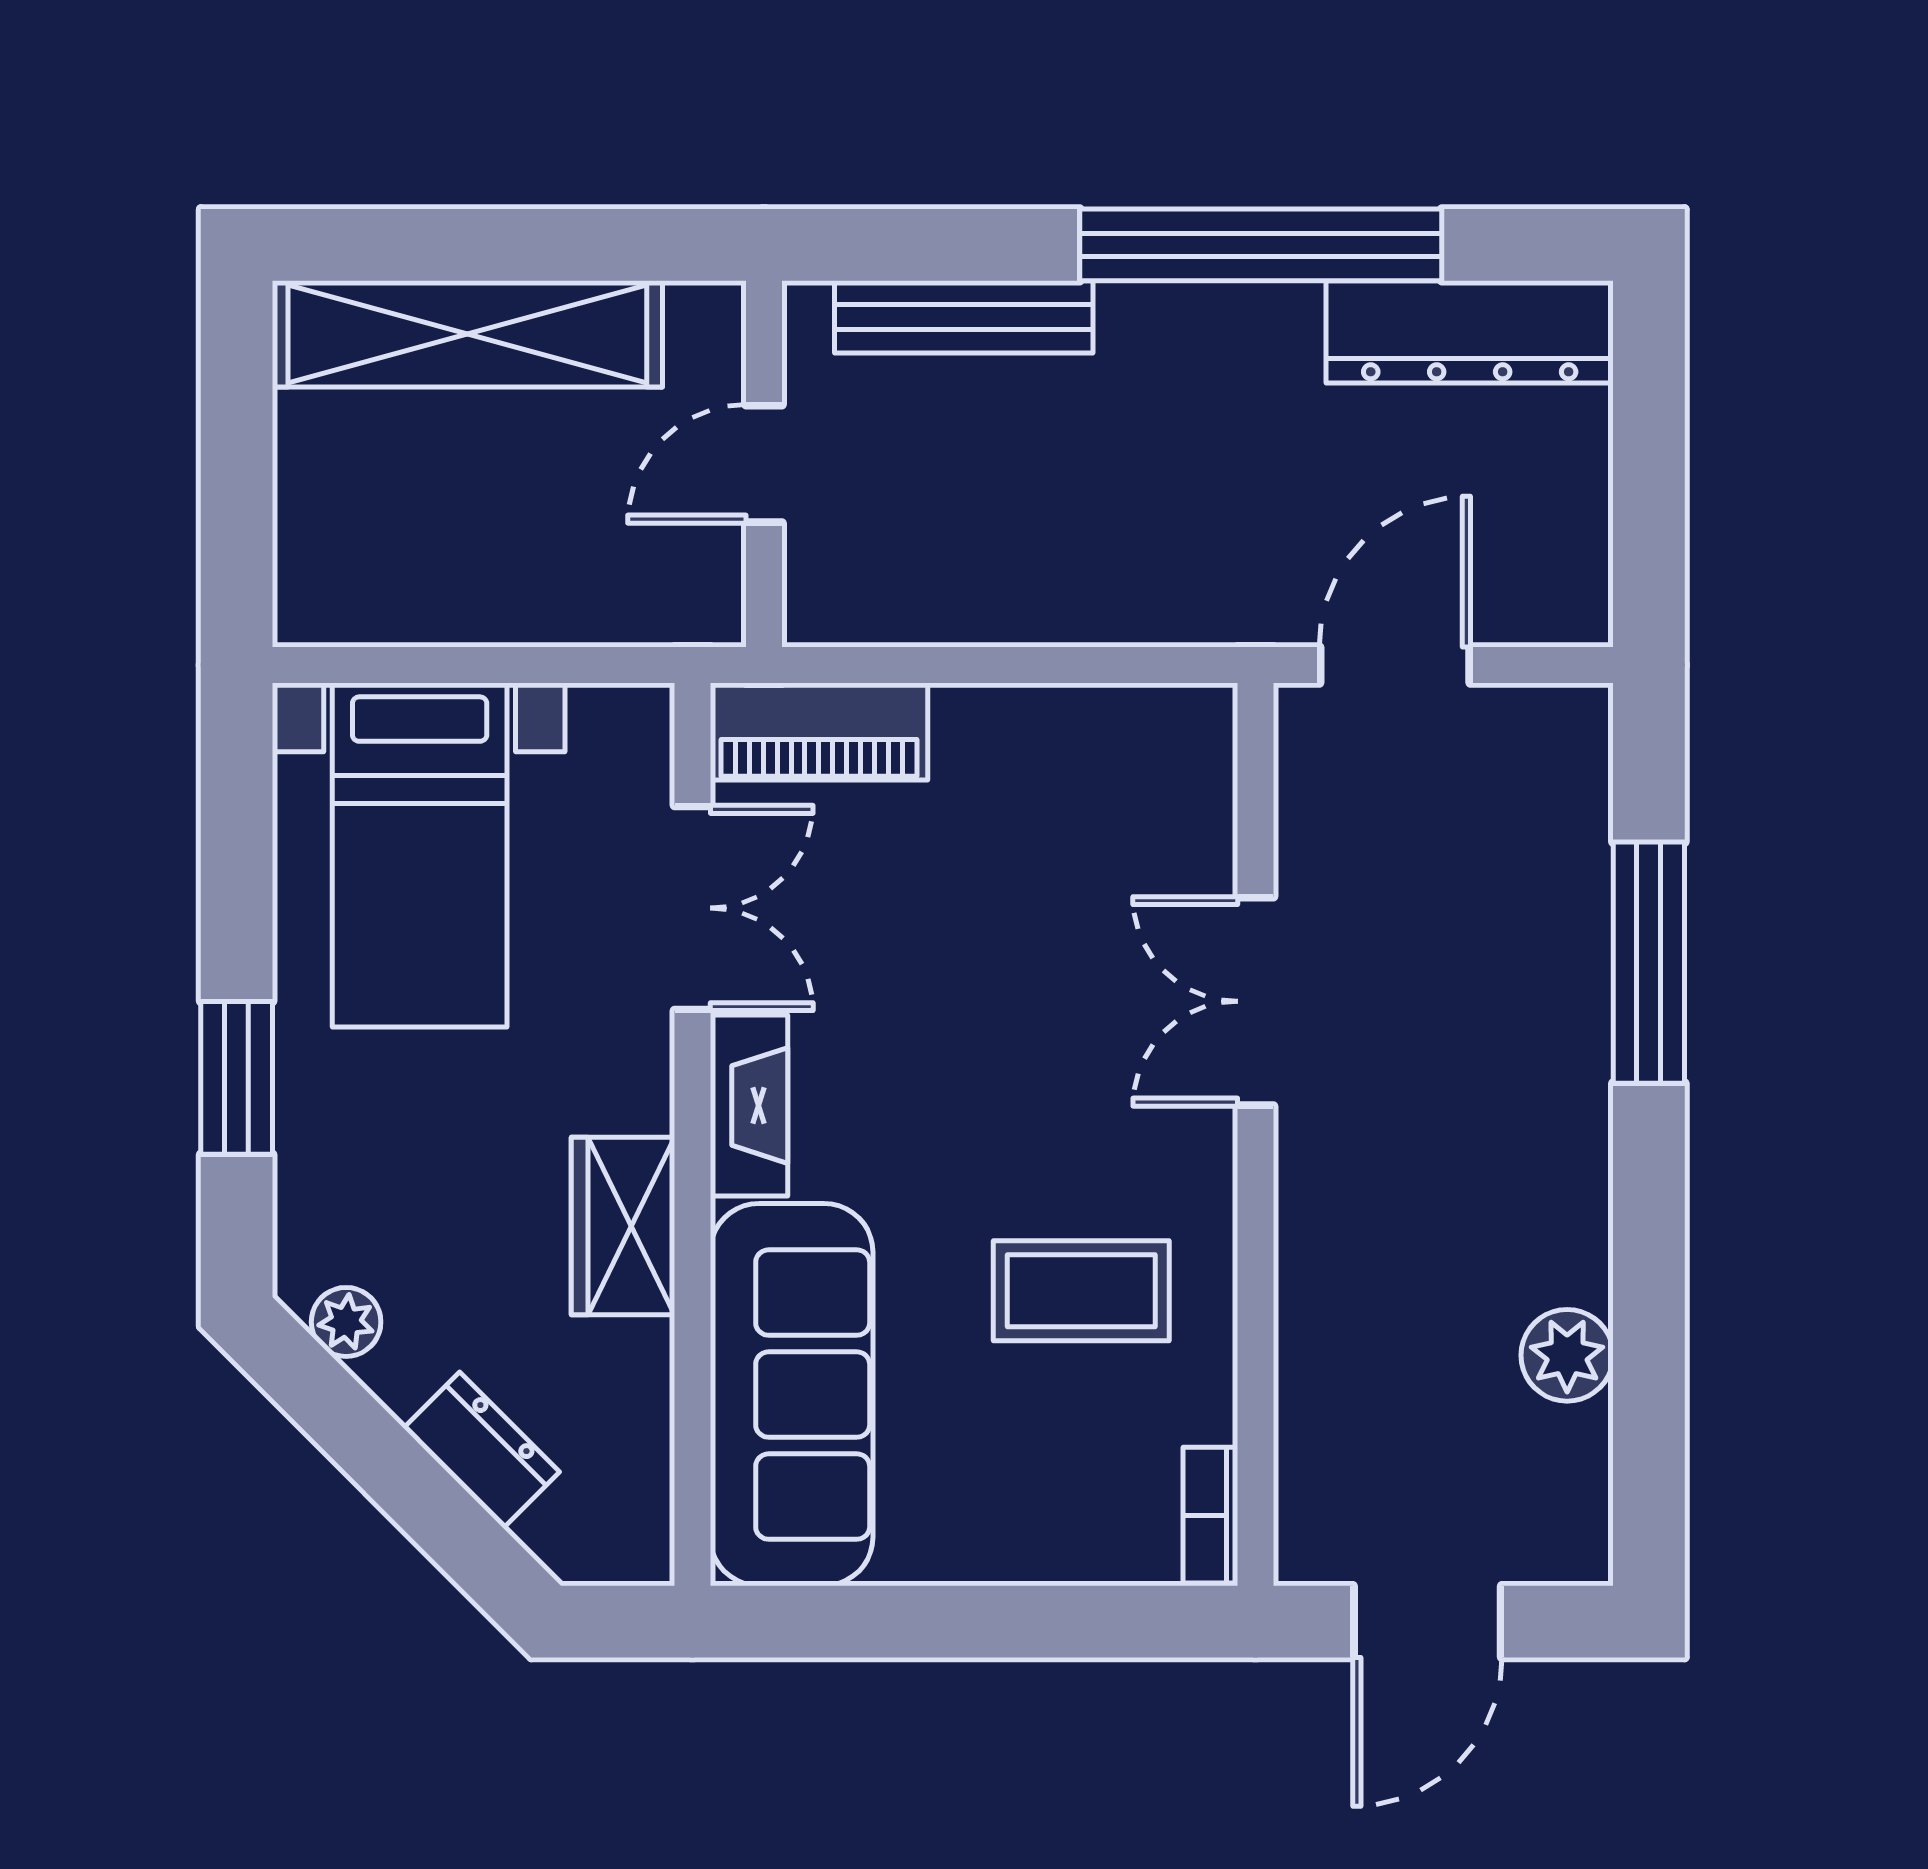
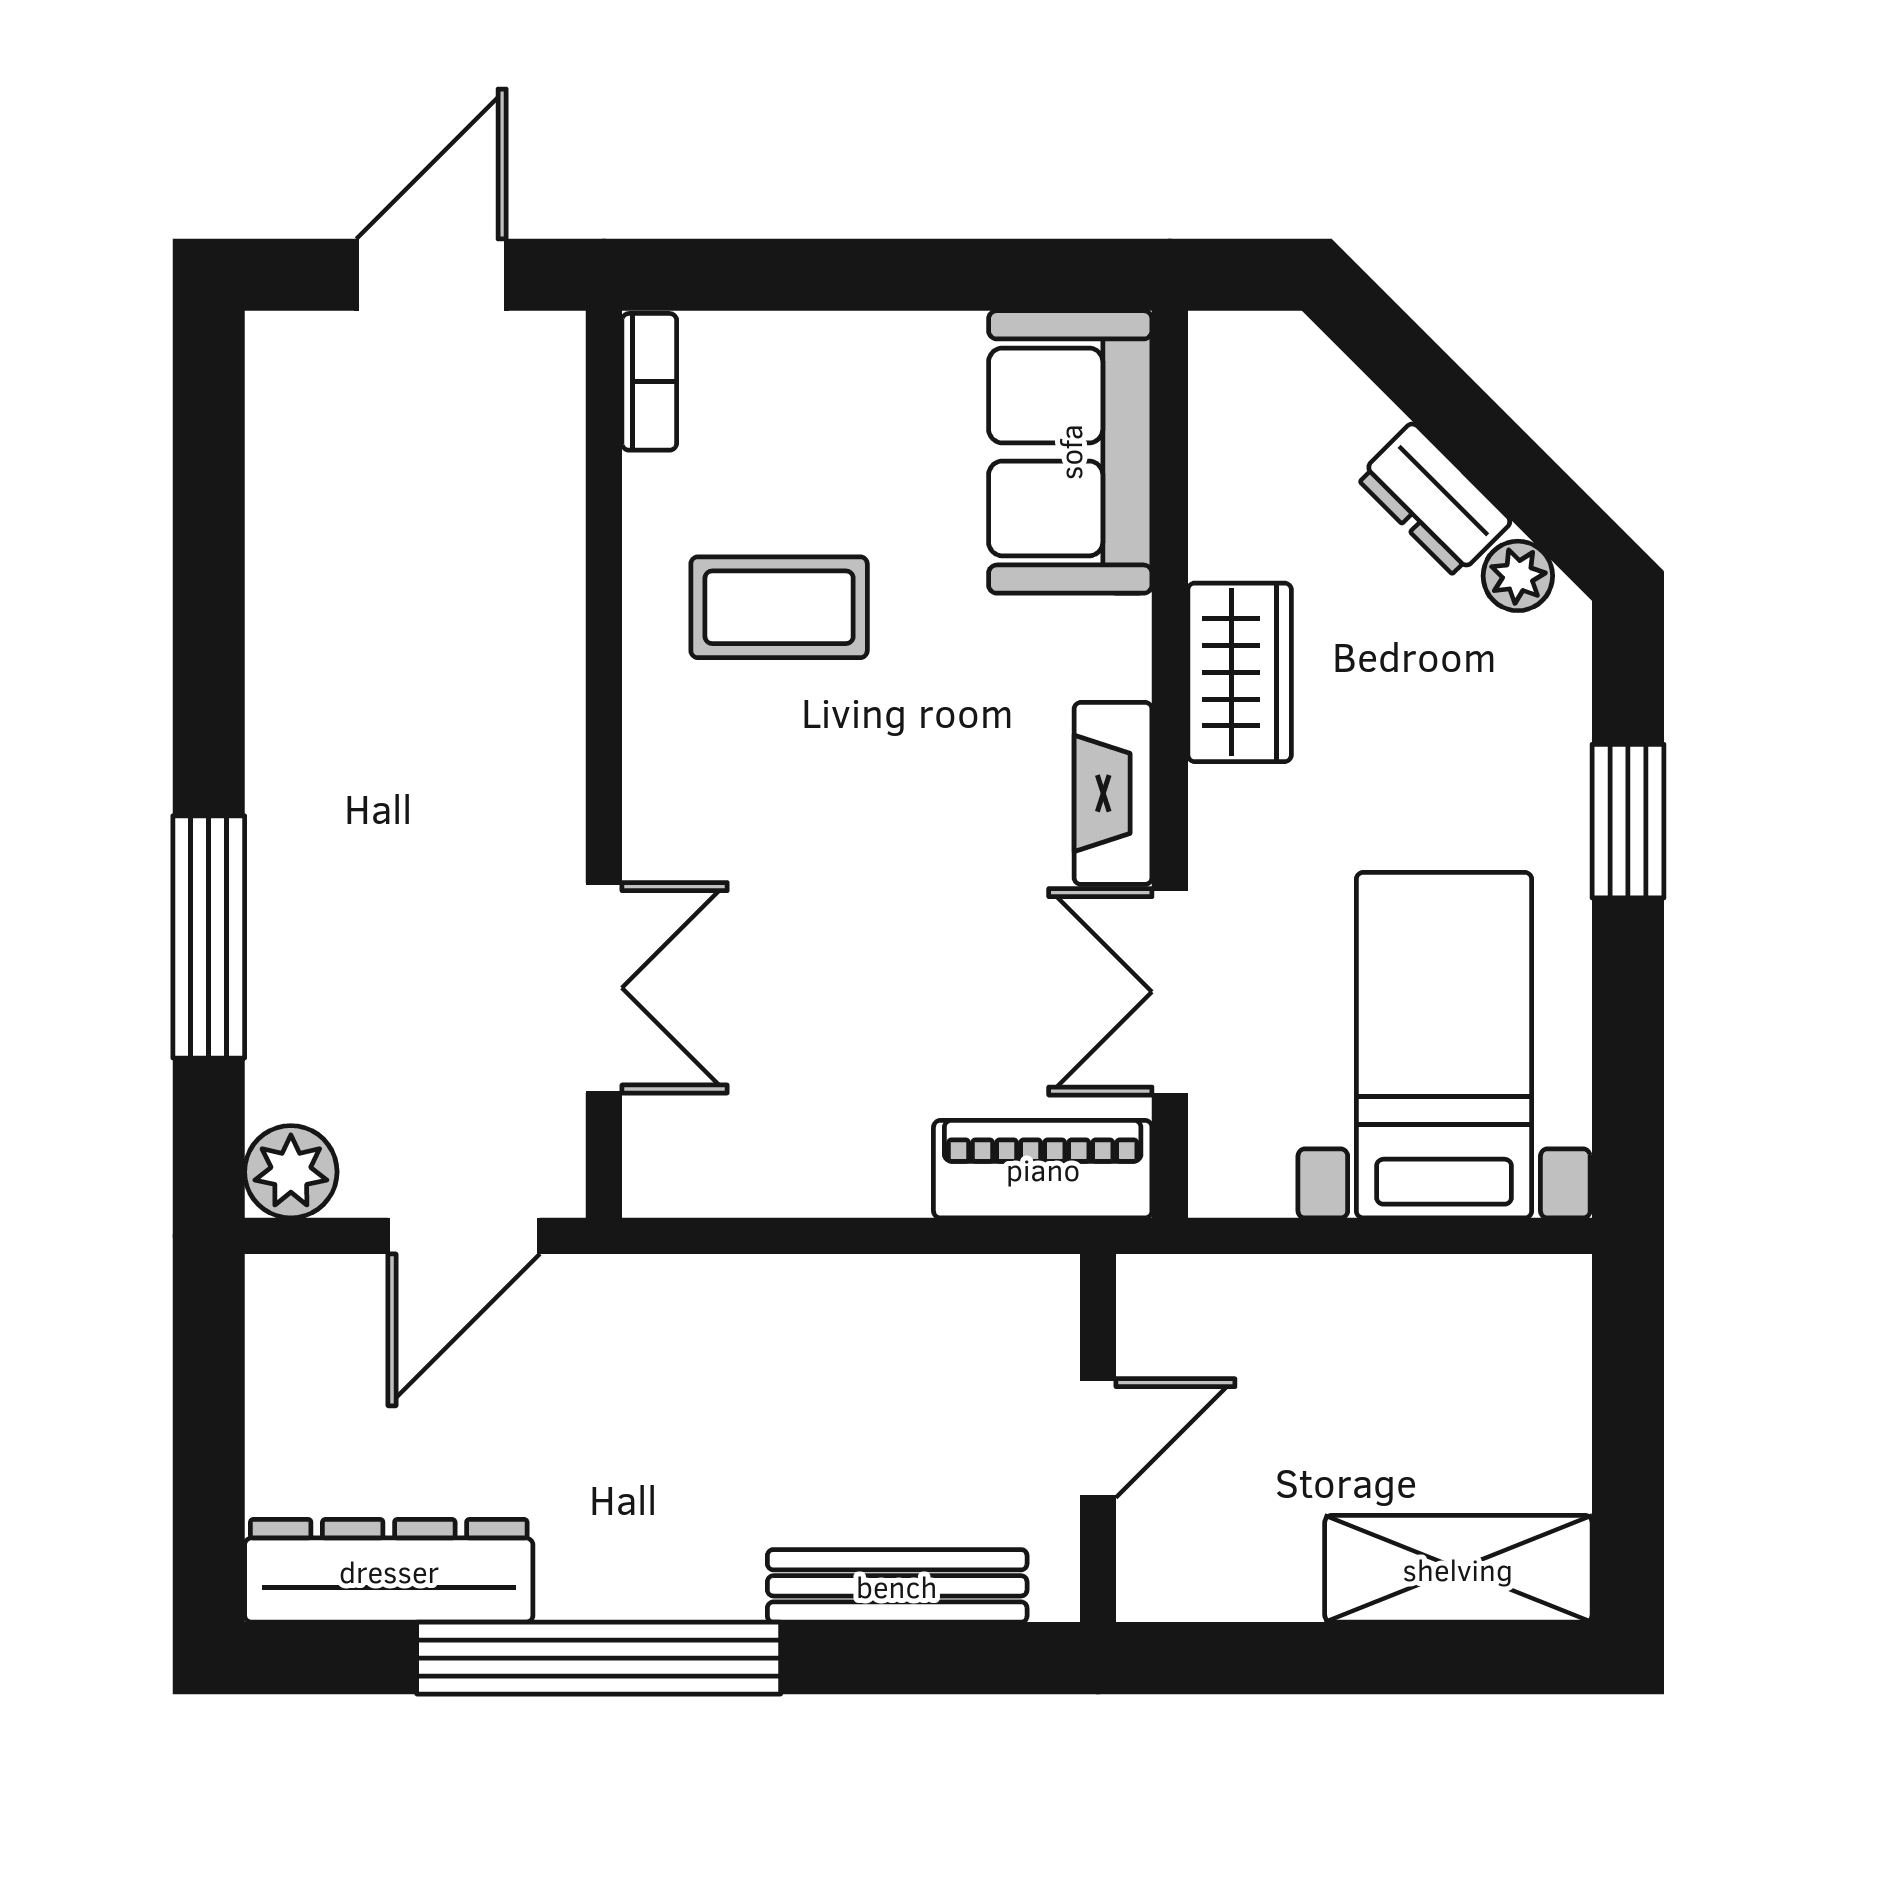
shelving: (467, 334) -> (1458, 1569), width x0.68
double door: (1256, 1001) -> (604, 988), moved
plant: (1567, 1355) -> (291, 1172), moved
sofa: (792, 1395) -> (1070, 452), width x0.73
dresser: (481, 1450) -> (1434, 500), moved

